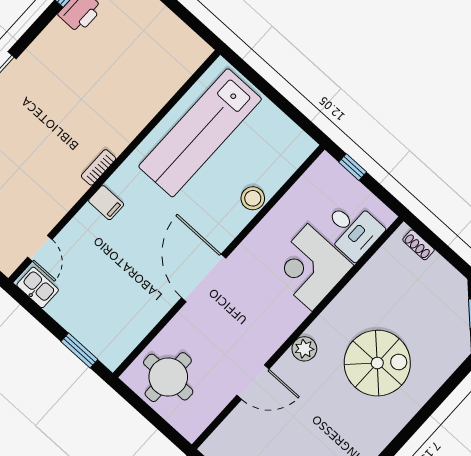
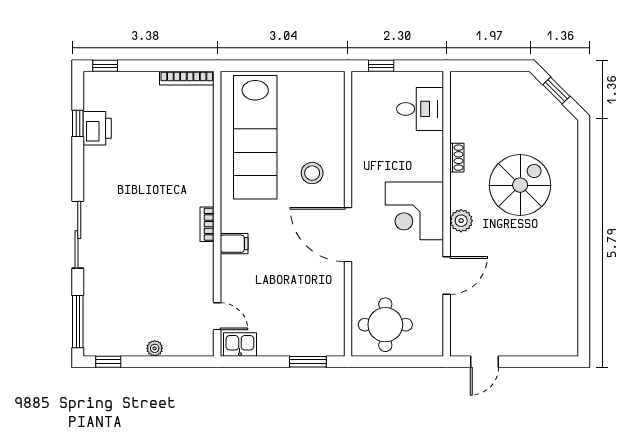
bookcase: (188, 36) -> (187, 78), added
stool: (253, 198) -> (312, 173), moved
shoe rack: (419, 245) -> (457, 158), moved, turned -90
corner desk: (310, 267) -> (414, 211), moved

